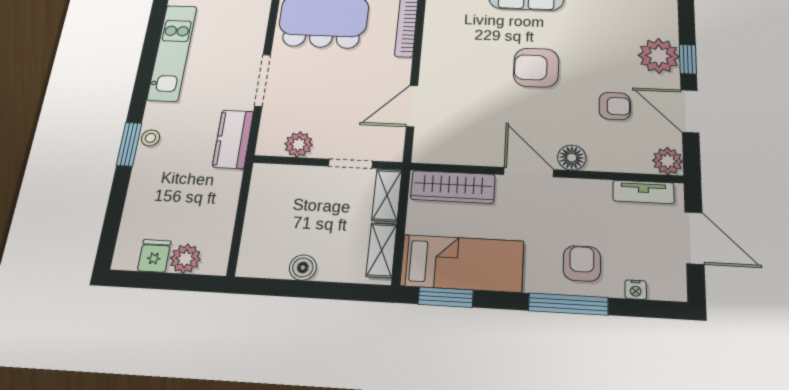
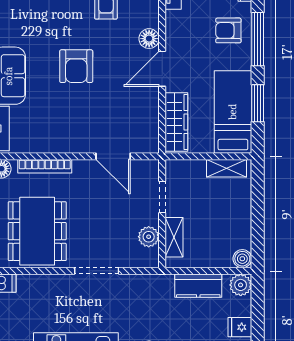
kitchen counter: (233, 139) -> (198, 286), moved
shelving: (387, 195) -> (174, 237), moved, turned 90
plant: (185, 259) -> (241, 285), moved
boiler: (303, 268) -> (242, 259), moved
window: (446, 297) -> (258, 103), moved

